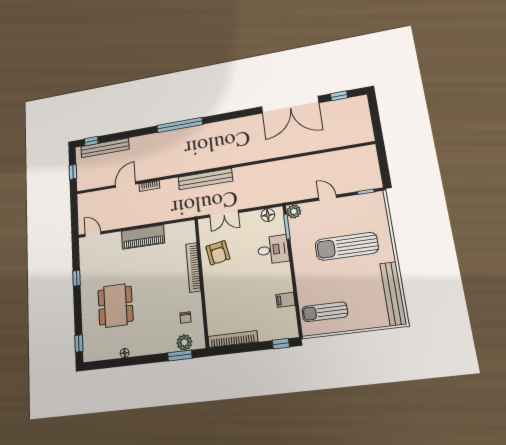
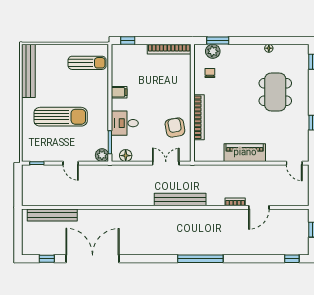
bench: (105, 148) -> (52, 215), moved
filing cabinet: (285, 300) -> (119, 92), moved

